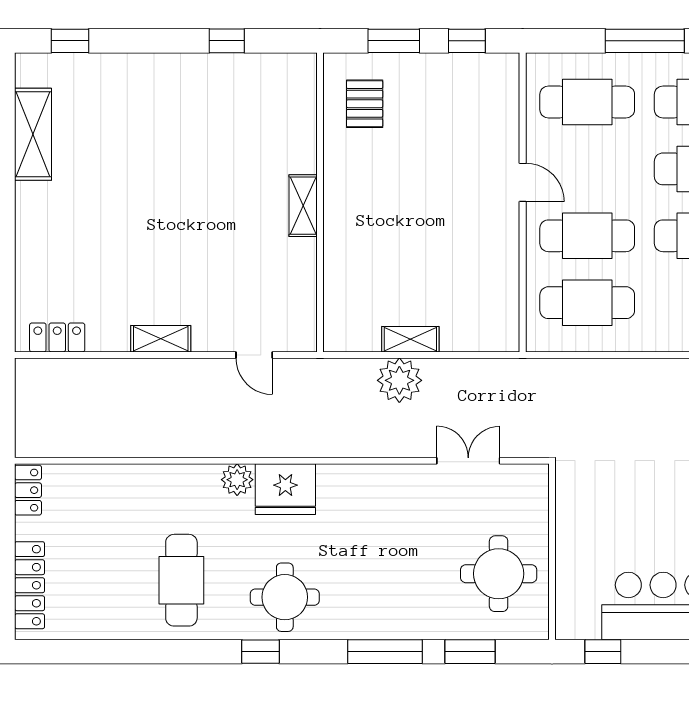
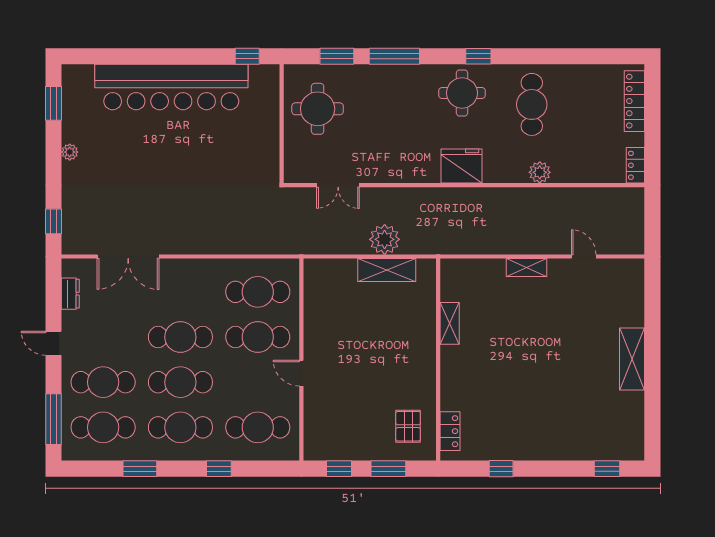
window: (645, 41) -> (219, 469), width x0.46
shelving: (33, 134) -> (632, 359), moved
shelving: (303, 206) -> (450, 323), moved
locker: (57, 337) -> (450, 431), moved, turned -90
shelving: (161, 339) -> (527, 268), moved
shelving: (410, 339) -> (387, 270), width x1.50, depth x1.33
door: (254, 355) -> (584, 256), moved
plant: (237, 480) -> (540, 172), moved

